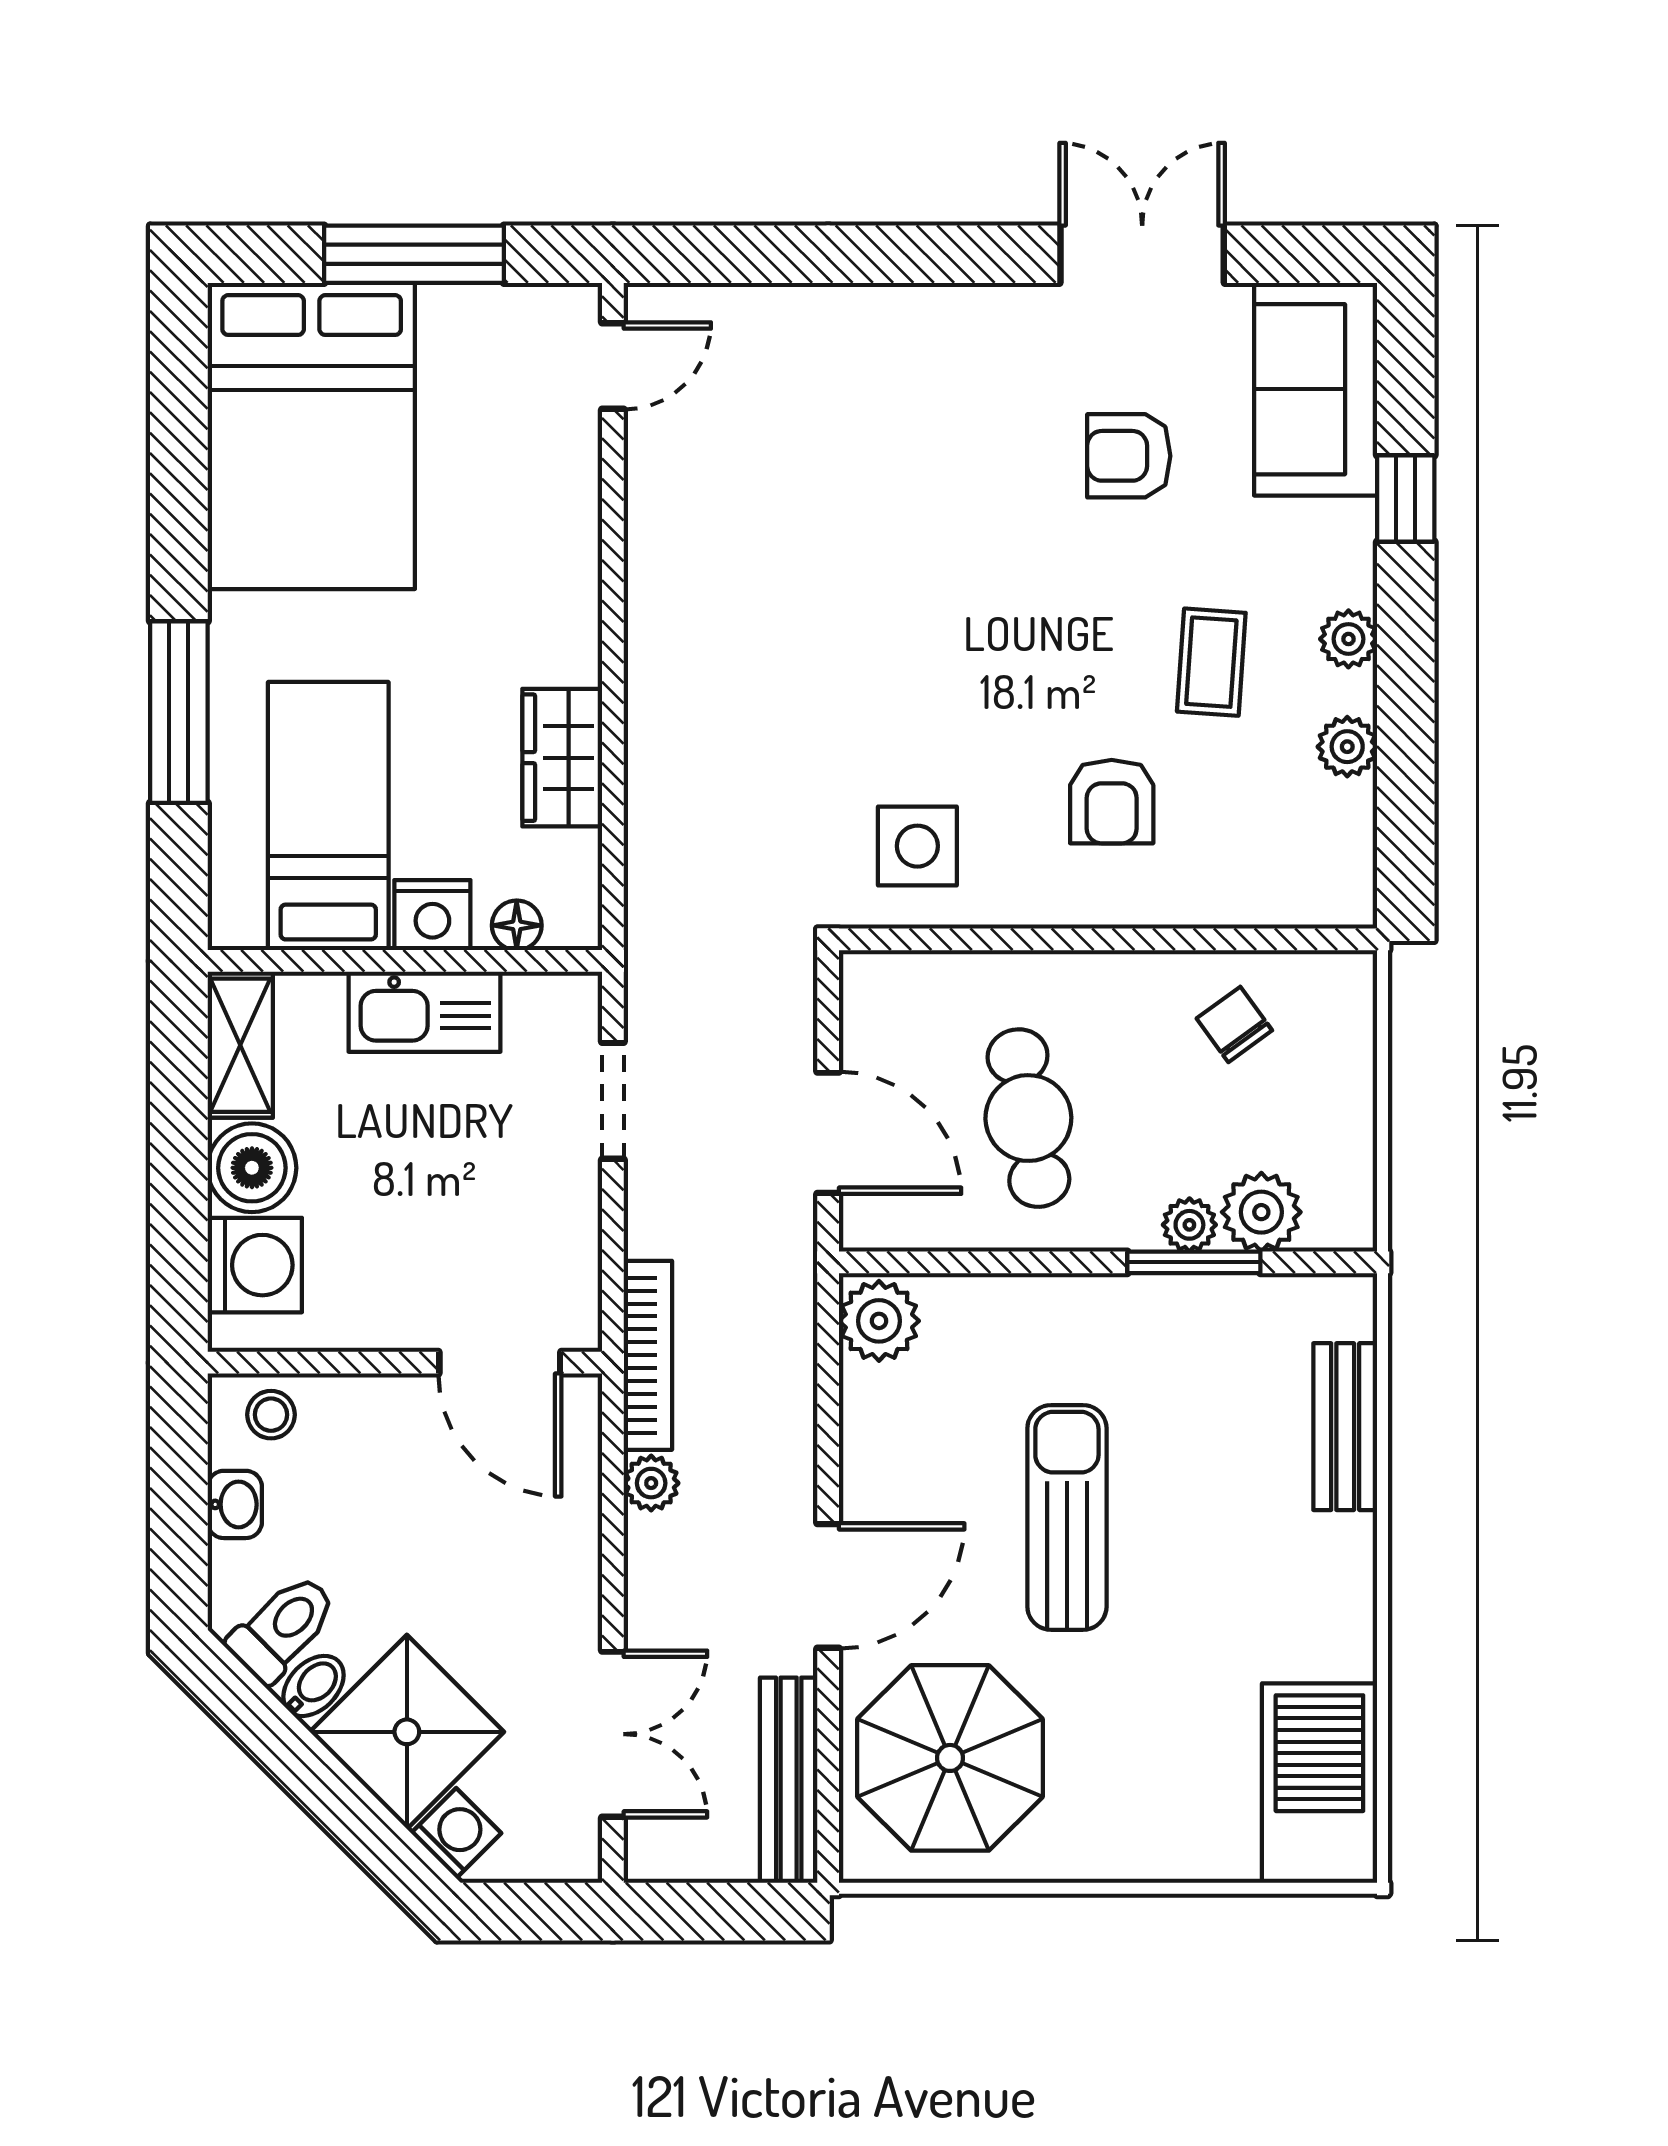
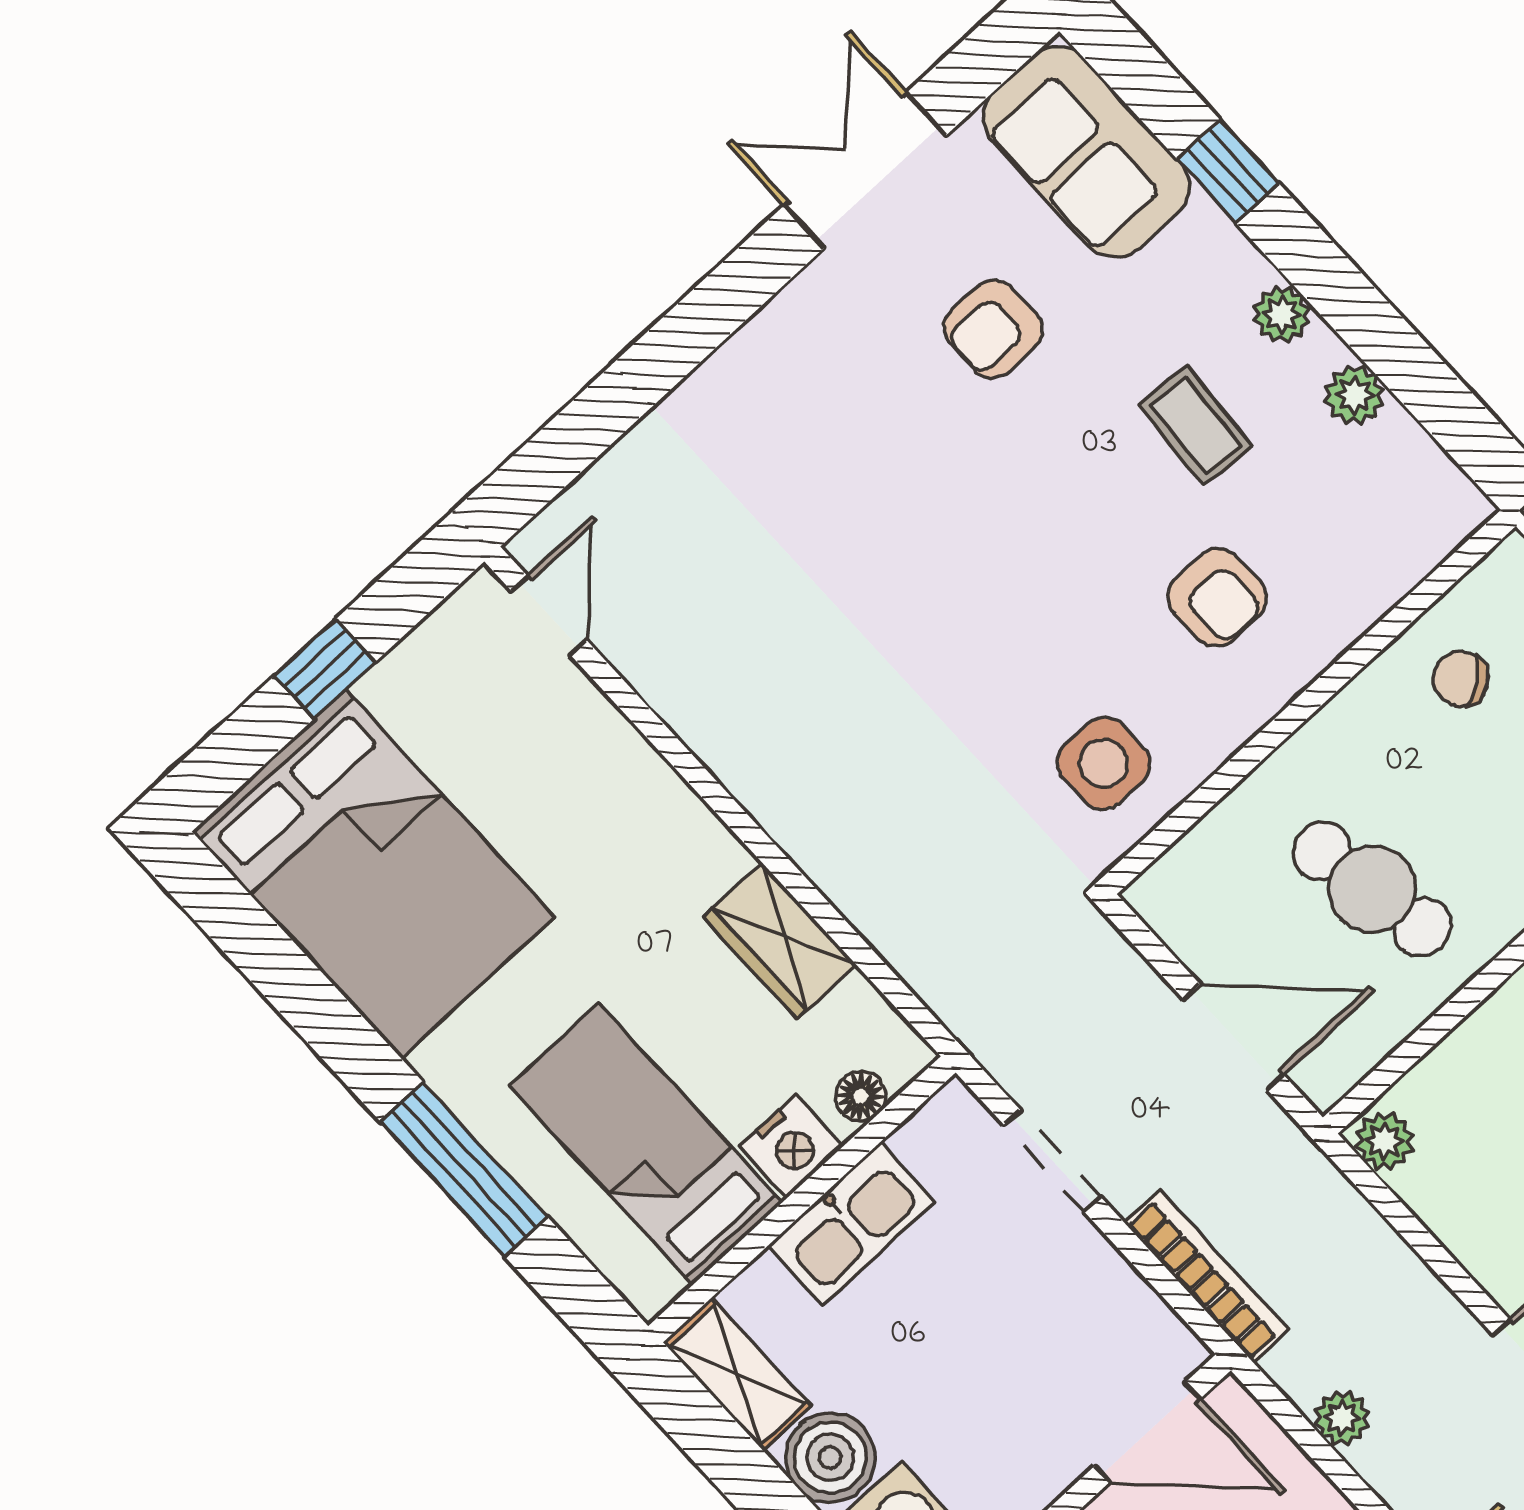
window: (414, 254) -> (325, 669), width x0.46
plant: (879, 1321) -> (1385, 1141), width x0.73, depth x0.73
bookcase: (648, 1355) -> (1207, 1276), moved

